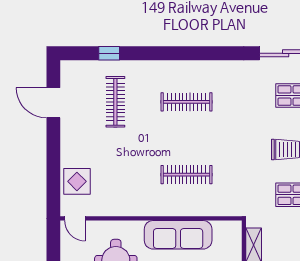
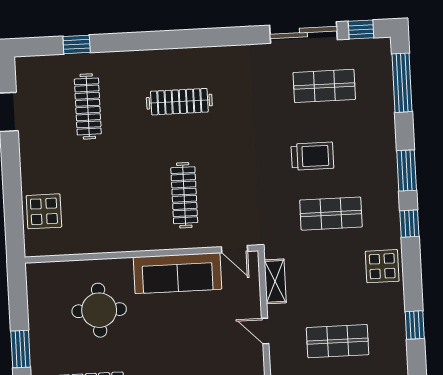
clothes rail: (187, 175) -> (184, 195), turned 90
door: (75, 218) -> (234, 249), moved

